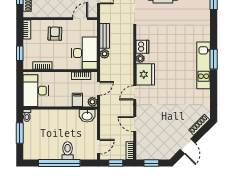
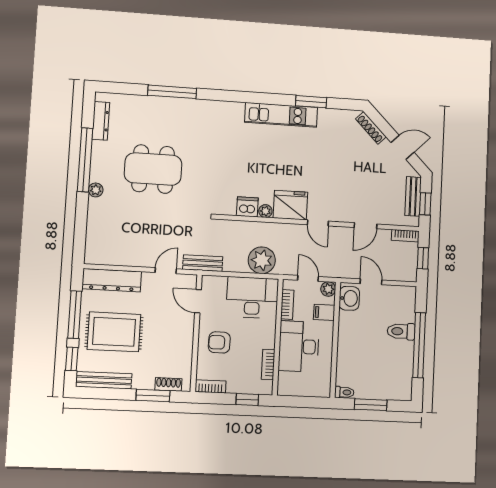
bench: (105, 36) -> (203, 263), moved
plant: (105, 54) -> (262, 260), width x1.88, depth x1.88
window: (214, 59) -> (311, 102), moved
desk: (36, 91) -> (299, 346), moved, turned 90
door: (99, 147) -> (371, 282), moved
bench: (156, 155) -> (413, 196), added

